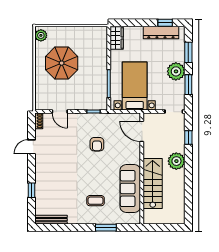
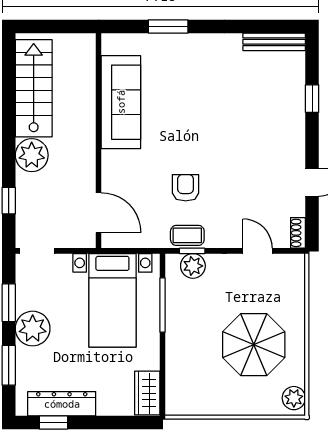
plant: (93, 104) -> (193, 266), added
stairs: (153, 184) -> (34, 88), moved, turned 180
coffee table: (95, 201) -> (187, 235), moved

